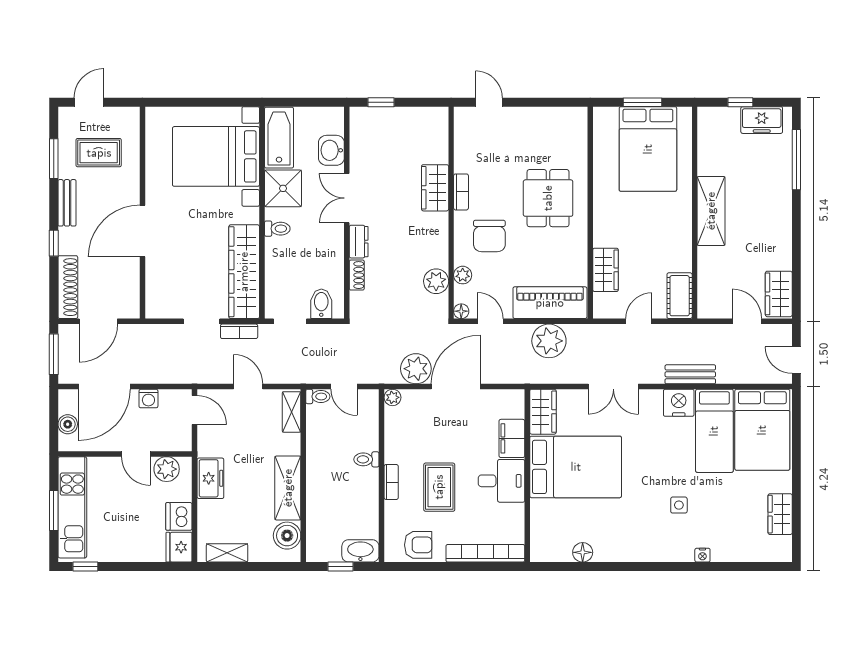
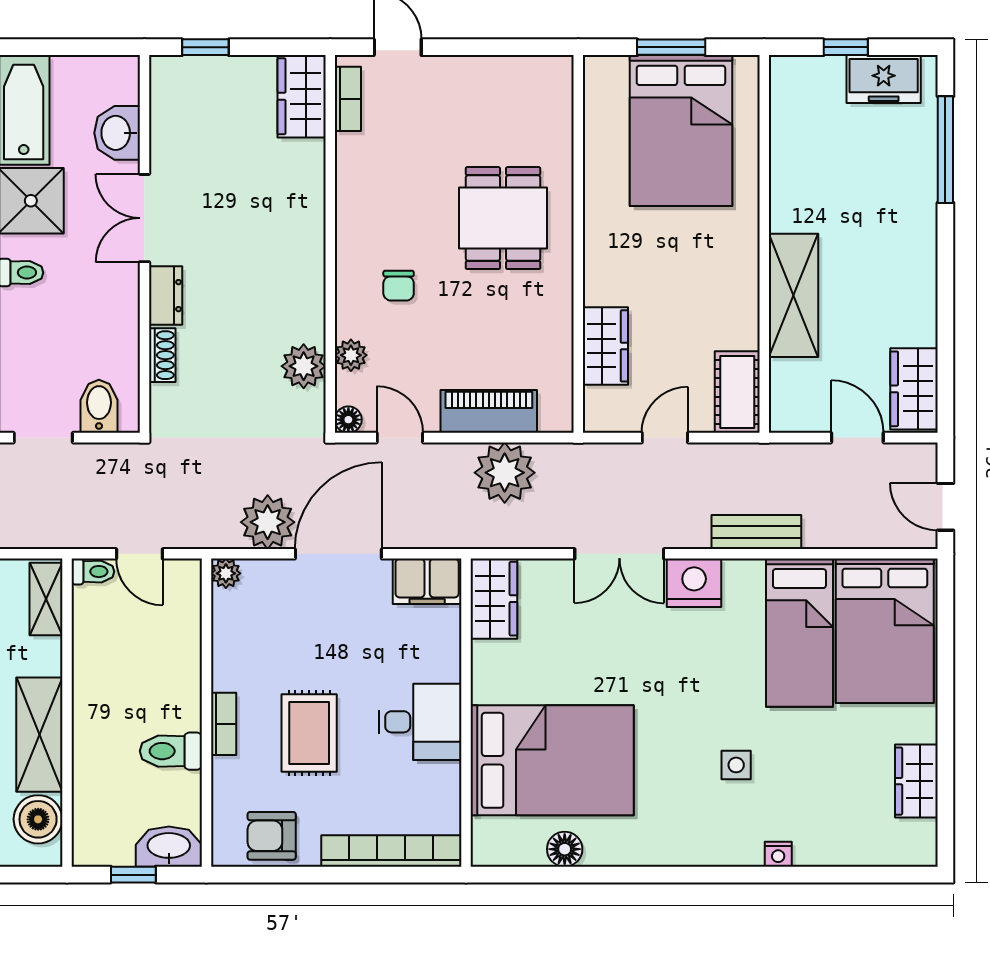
wardrobe: (435, 188) -> (302, 96), moved
bookcase: (461, 192) -> (348, 99), moved
shelving: (711, 211) -> (794, 295), moved
chair: (489, 236) -> (399, 286), width x0.54, depth x0.54
piano: (550, 303) -> (489, 411), width x0.73, depth x0.75
nightstand: (679, 403) -> (694, 583), moved
filing cabinet: (512, 438) -> (427, 581), moved, turned -90
toilet: (366, 459) -> (171, 751), moved, width x1.37, depth x1.39
bed: (576, 467) -> (552, 760), moved
armchair: (418, 545) -> (272, 836), turned 180

